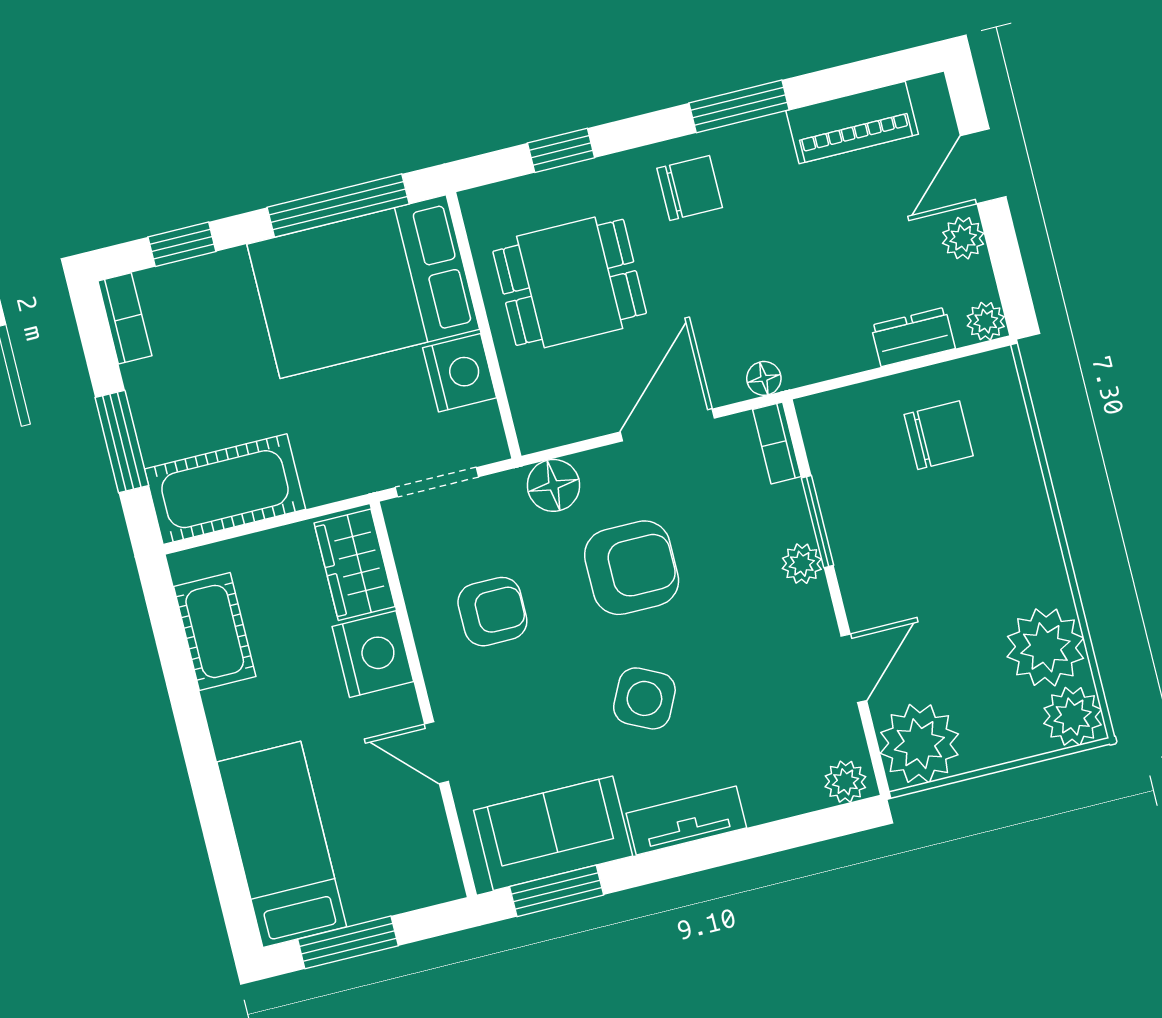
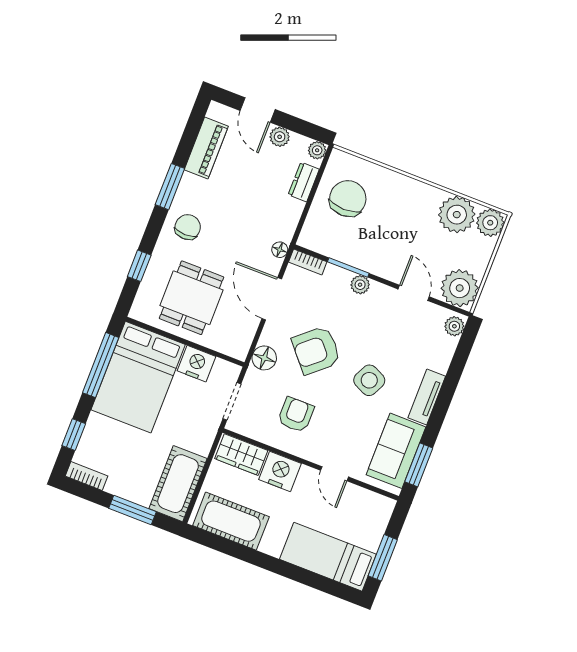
chair: (939, 435) -> (348, 199), width x1.37, depth x1.37
armchair: (632, 568) -> (316, 350), turned -131
cot: (215, 631) -> (231, 521), width x1.37, depth x1.34
door: (437, 753) -> (334, 474), hinge flipped

